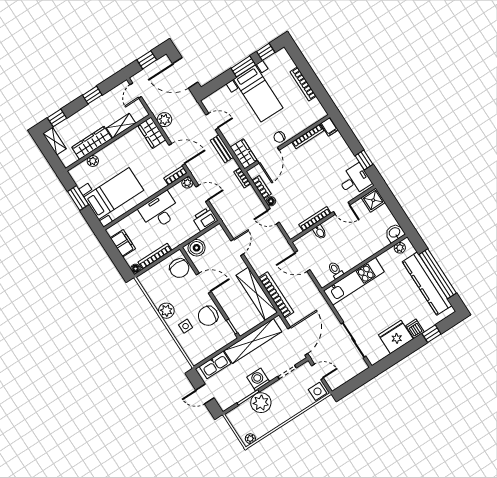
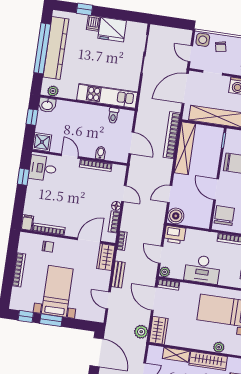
chair: (279, 137) -> (48, 247), moved
window: (398, 213) -> (32, 117), added
boiler: (197, 248) -> (176, 216), moved
chair: (298, 398) -> (221, 47), added

